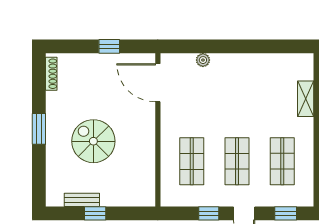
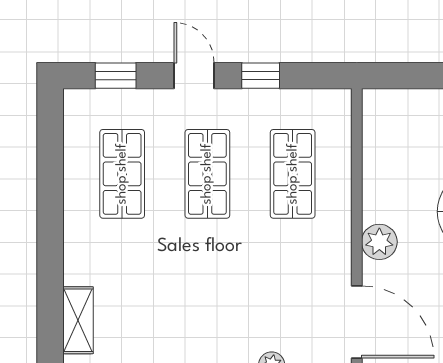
shelving: (306, 99) -> (78, 320), moved
plant: (146, 125) -> (379, 242), added

